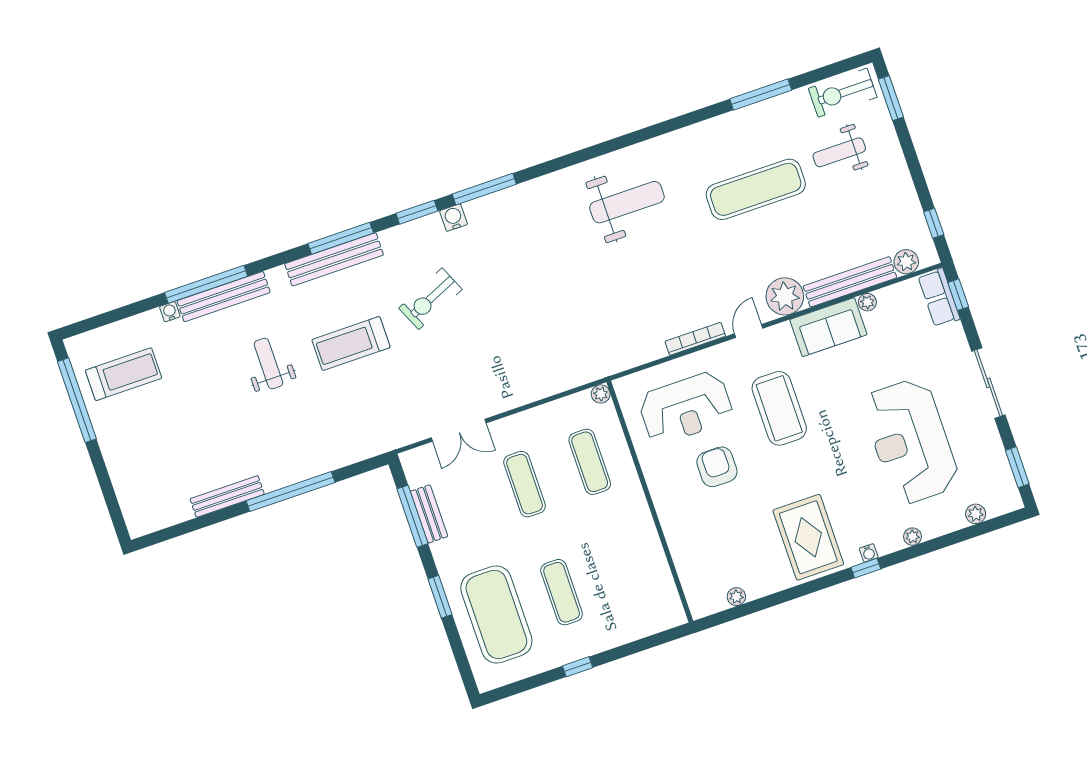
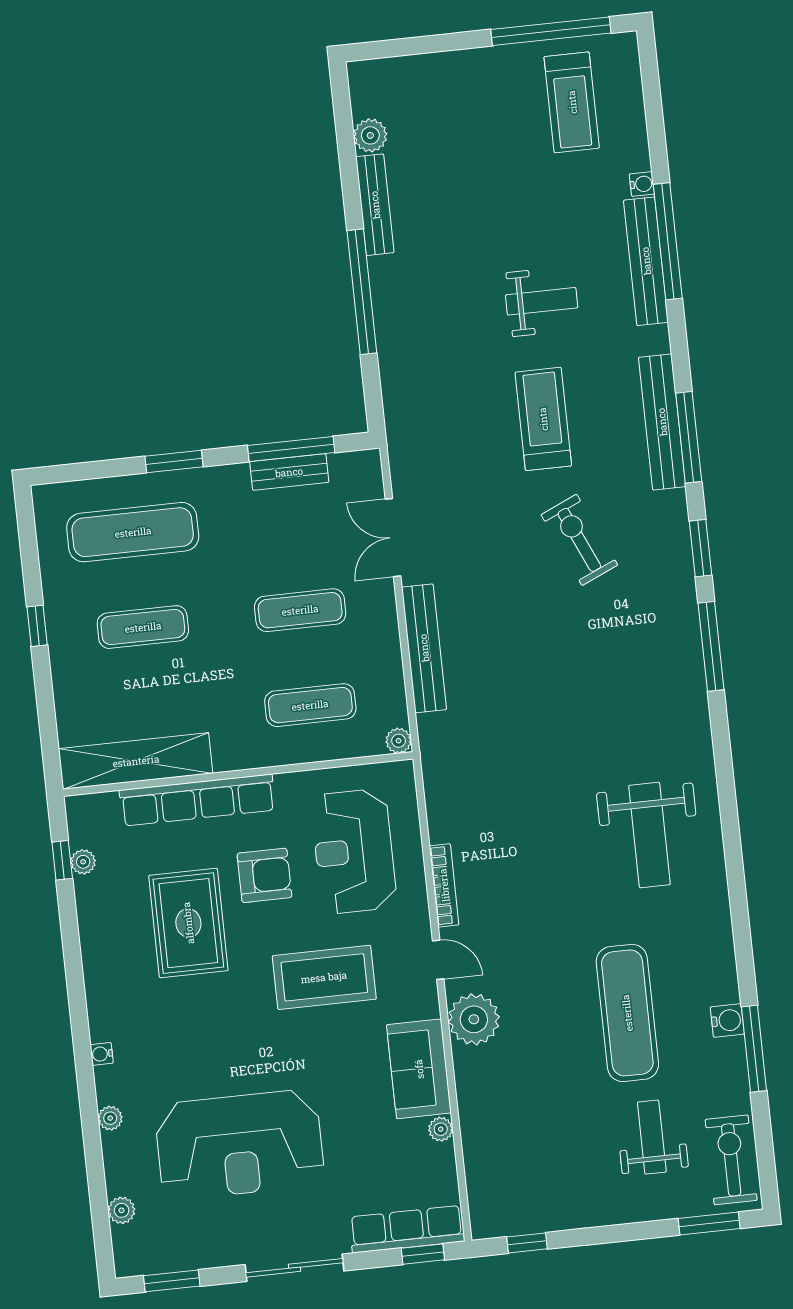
water cooler: (453, 218) -> (727, 1020), moved
plant: (906, 262) -> (370, 135), moved
bench: (850, 282) -> (424, 648), moved
row of seats: (939, 298) -> (407, 1229), width x1.48
reception desk: (911, 441) -> (239, 1145), turned 180
row of seats: (675, 526) -> (197, 800), added
rug: (808, 537) -> (188, 923), moved, turned 90
window: (866, 568) -> (62, 860), moved
shelving: (657, 576) -> (136, 761), added
exercise mat: (496, 614) -> (133, 532), width x0.68

